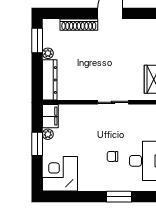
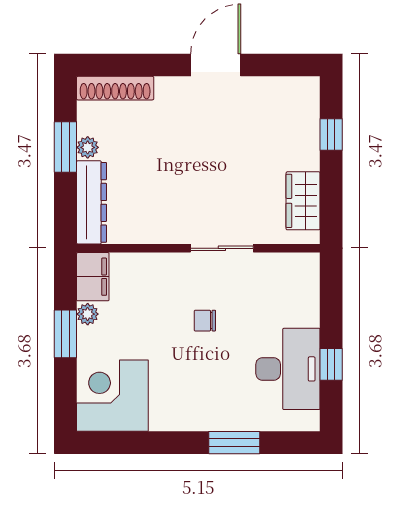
shoe rack: (79, 25) -> (115, 88), moved
window: (37, 41) -> (65, 147), moved
chair: (112, 156) -> (205, 321), moved

